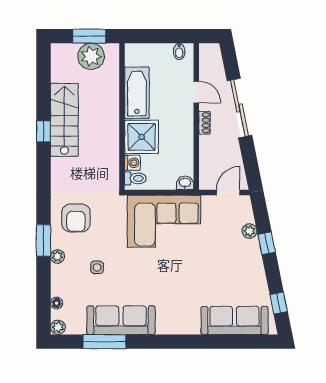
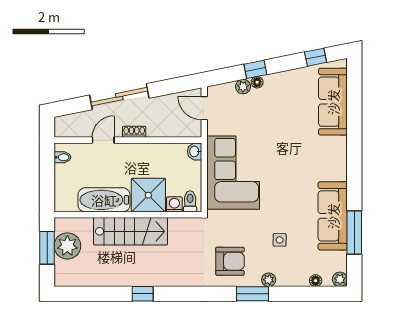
stairs: (64, 120) -> (130, 231), moved, turned 180
floor lamp: (254, 245) -> (257, 82), added

